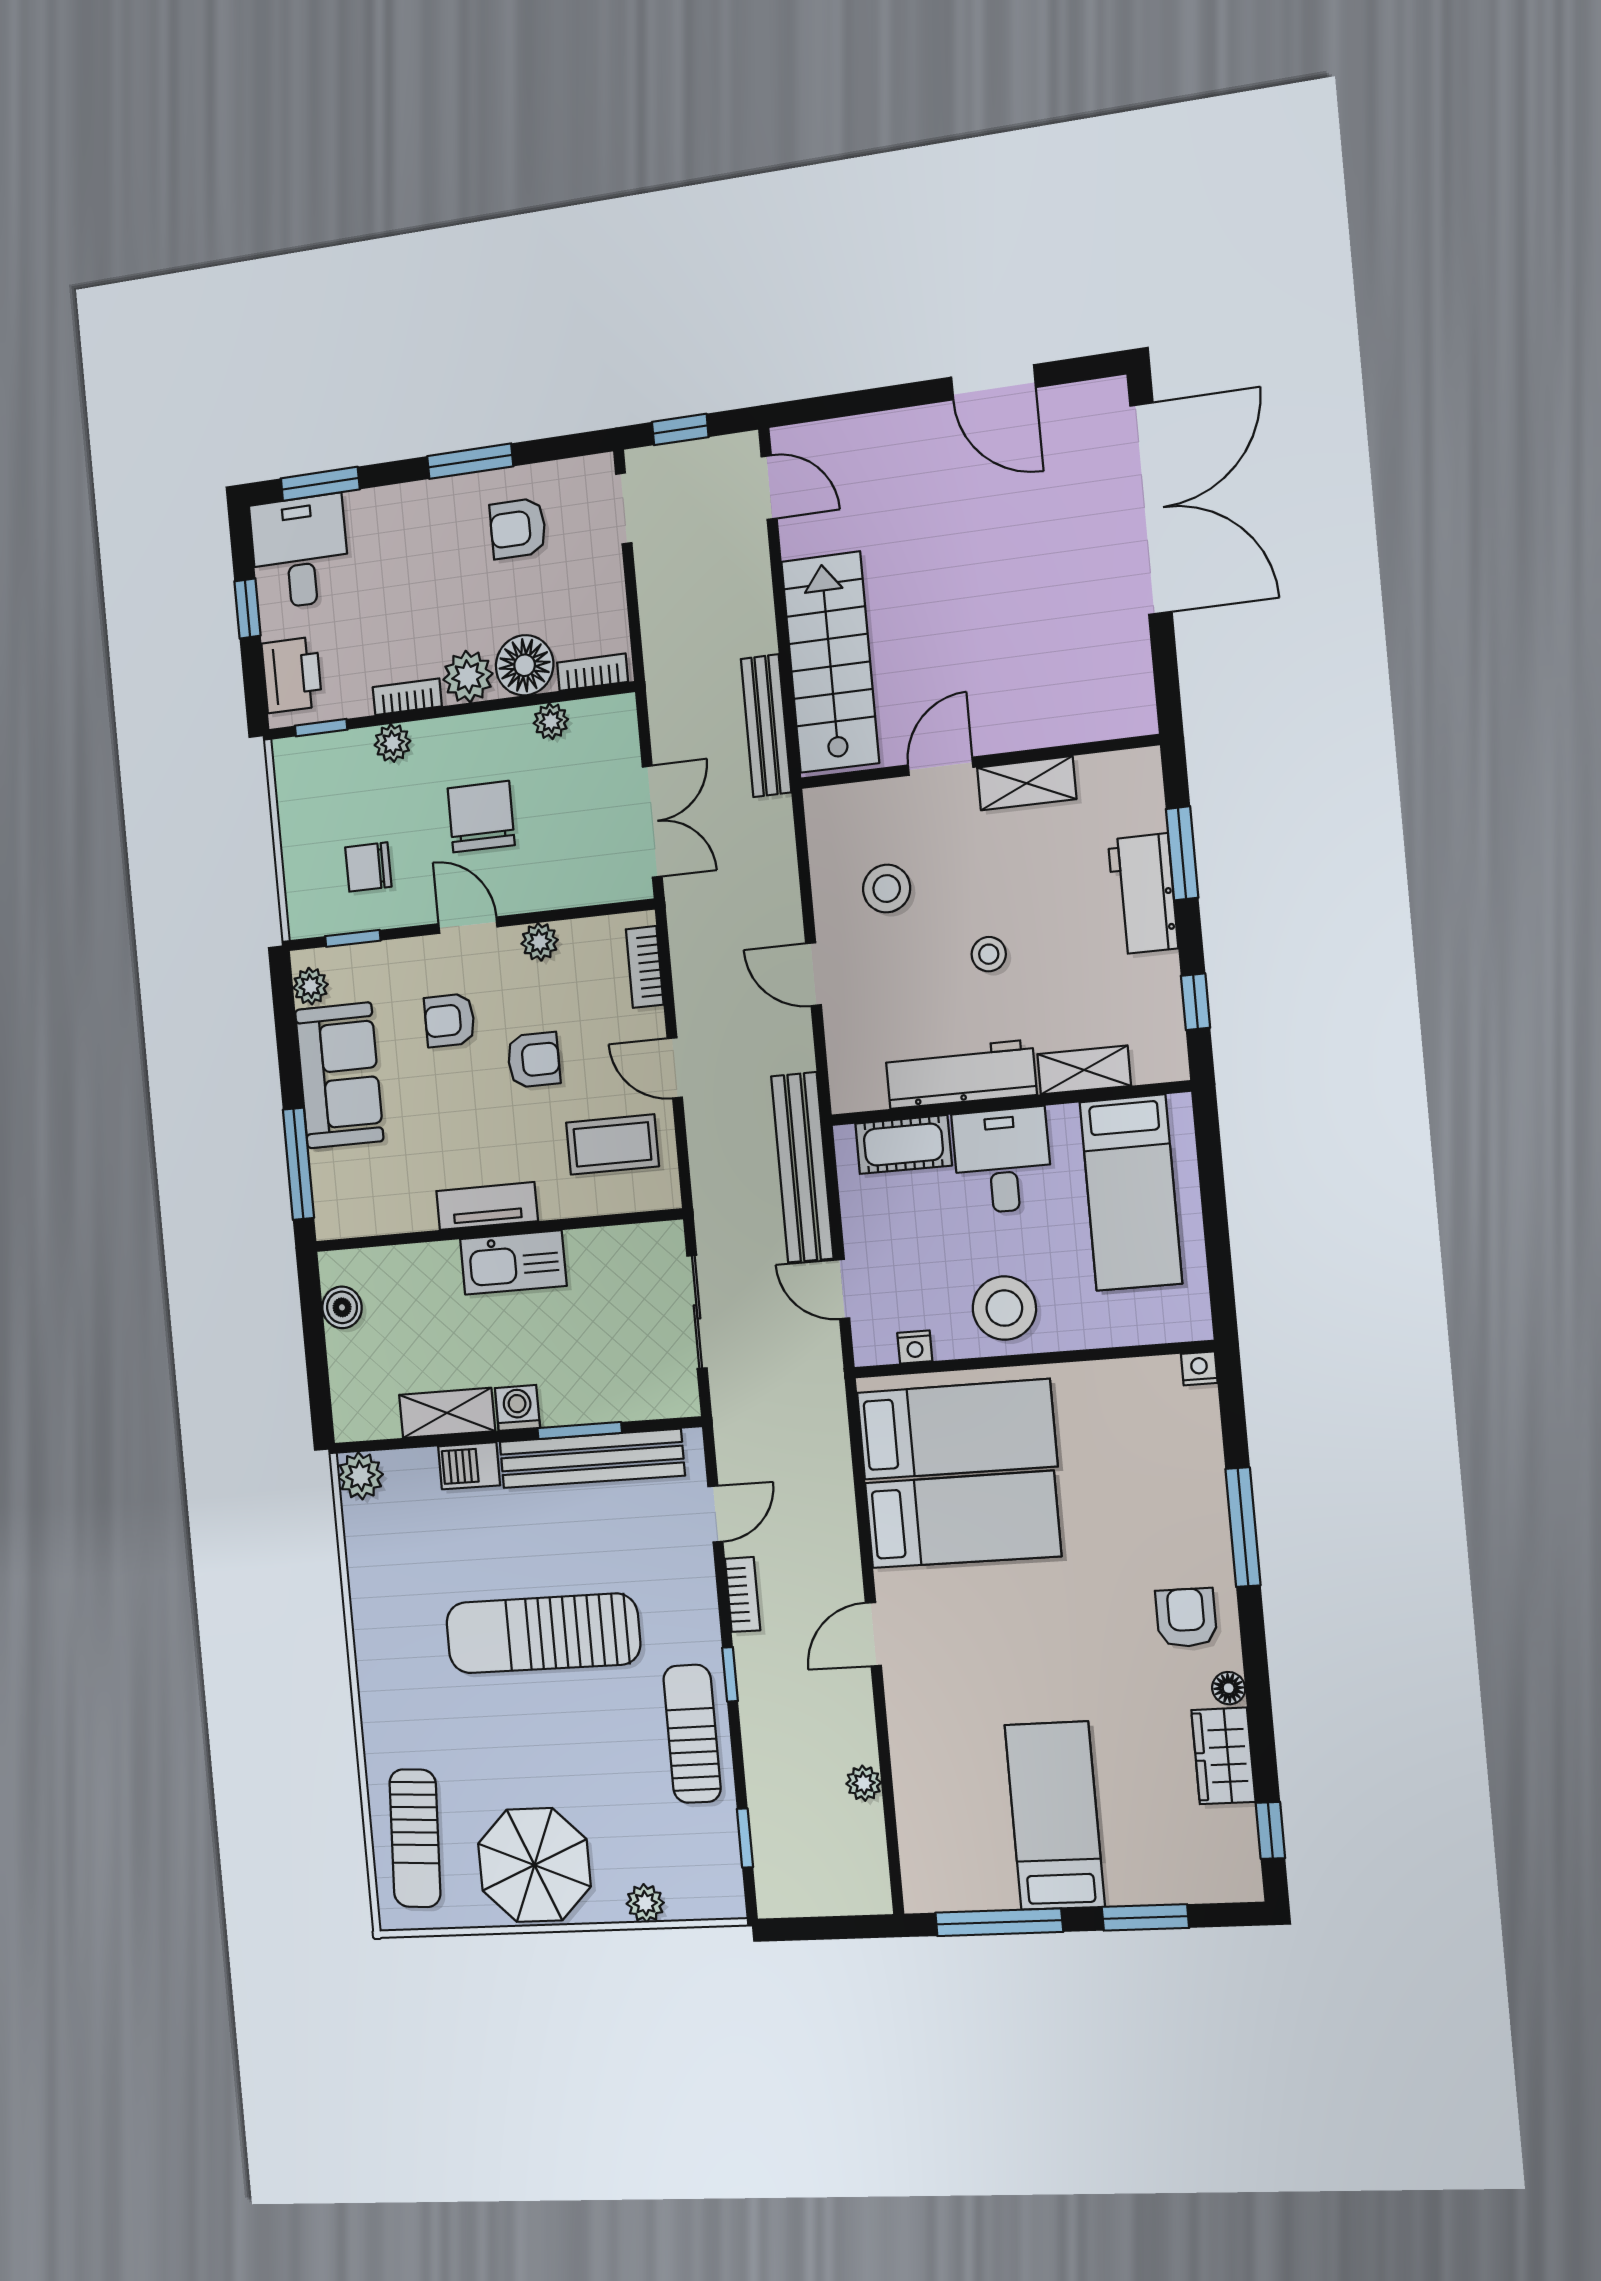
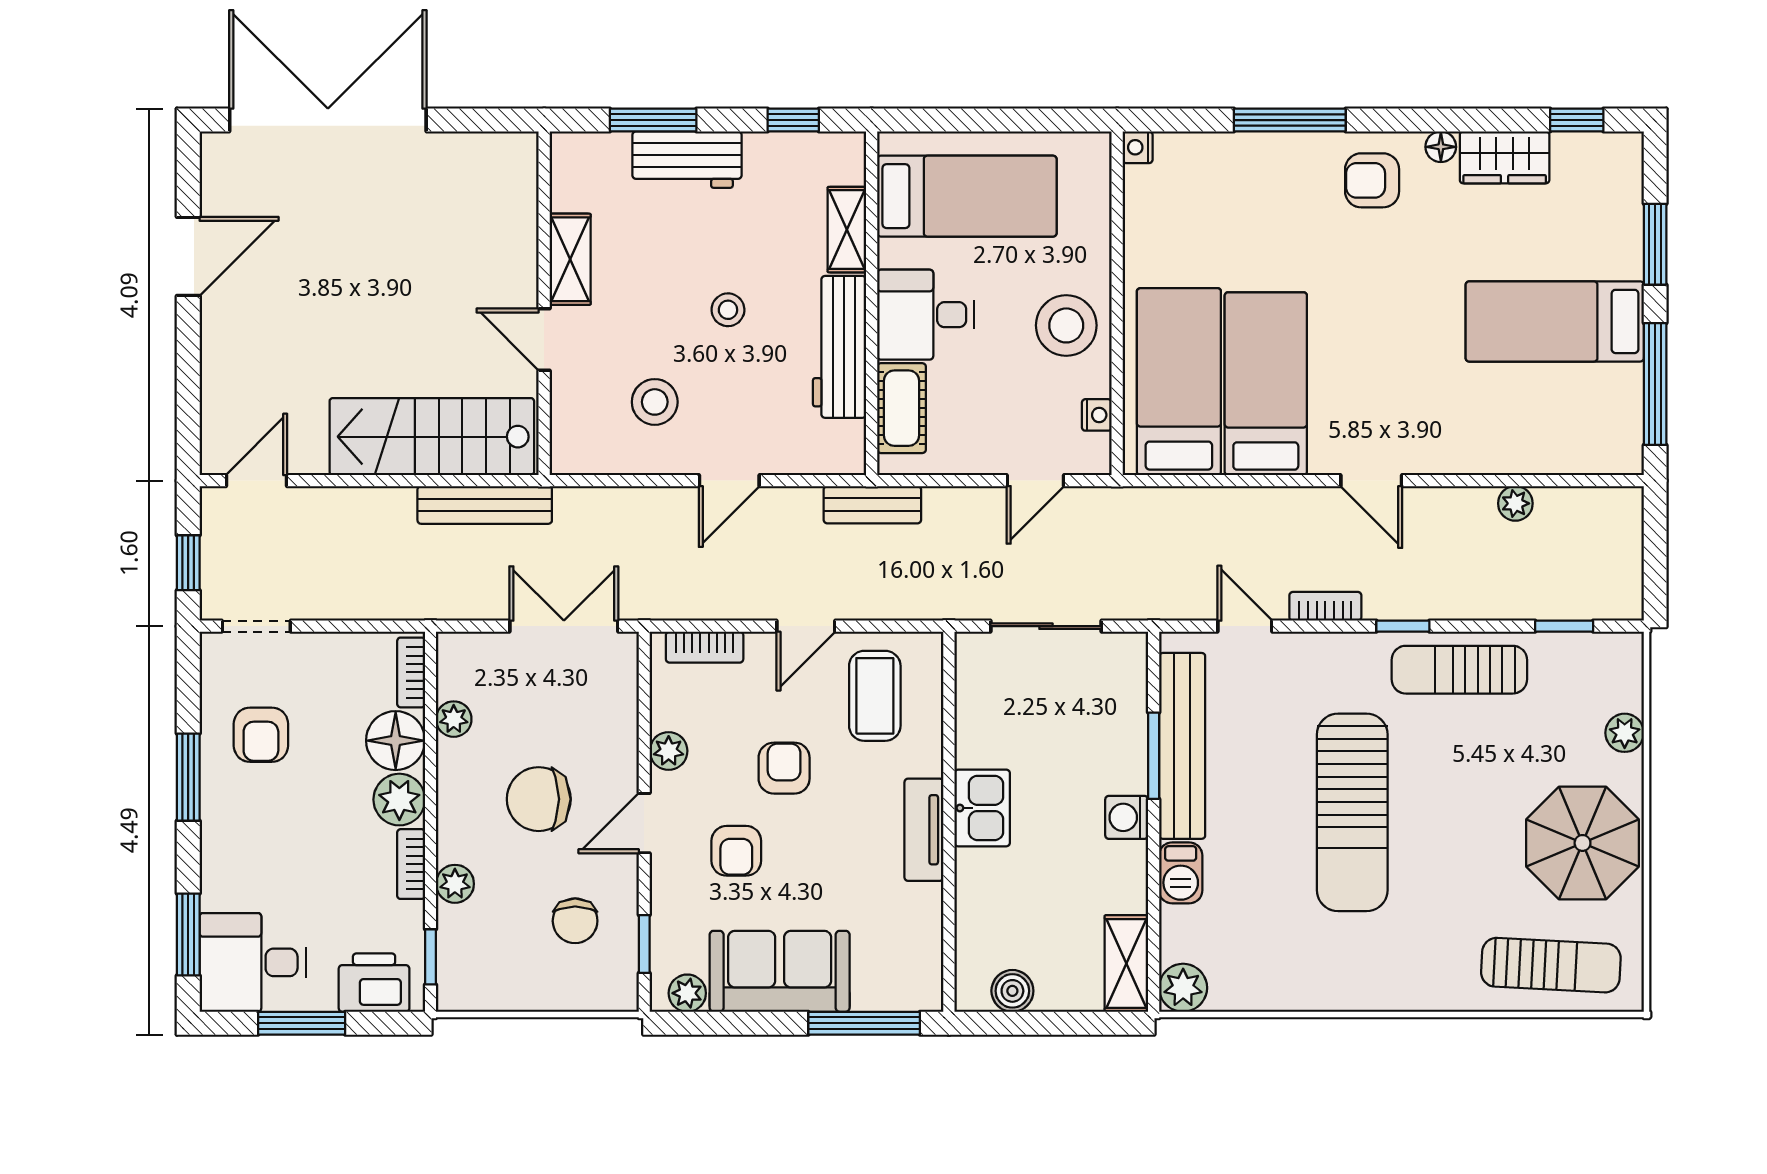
window: (247, 608) -> (302, 1023), width x1.50
bench: (802, 1167) -> (872, 505), width x0.54, depth x0.82
kitchen sink: (513, 1262) -> (982, 808), width x0.73
shelving: (447, 1413) -> (1126, 963), moved

